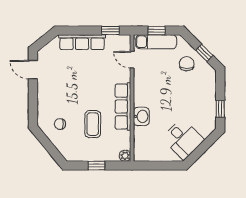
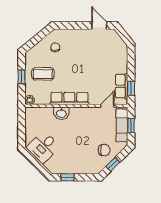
row of seats: (82, 42) -> (122, 86), moved, width x0.68
door: (33, 70) -> (99, 25), hinge flipped
coffee table: (93, 124) -> (43, 74), moved

